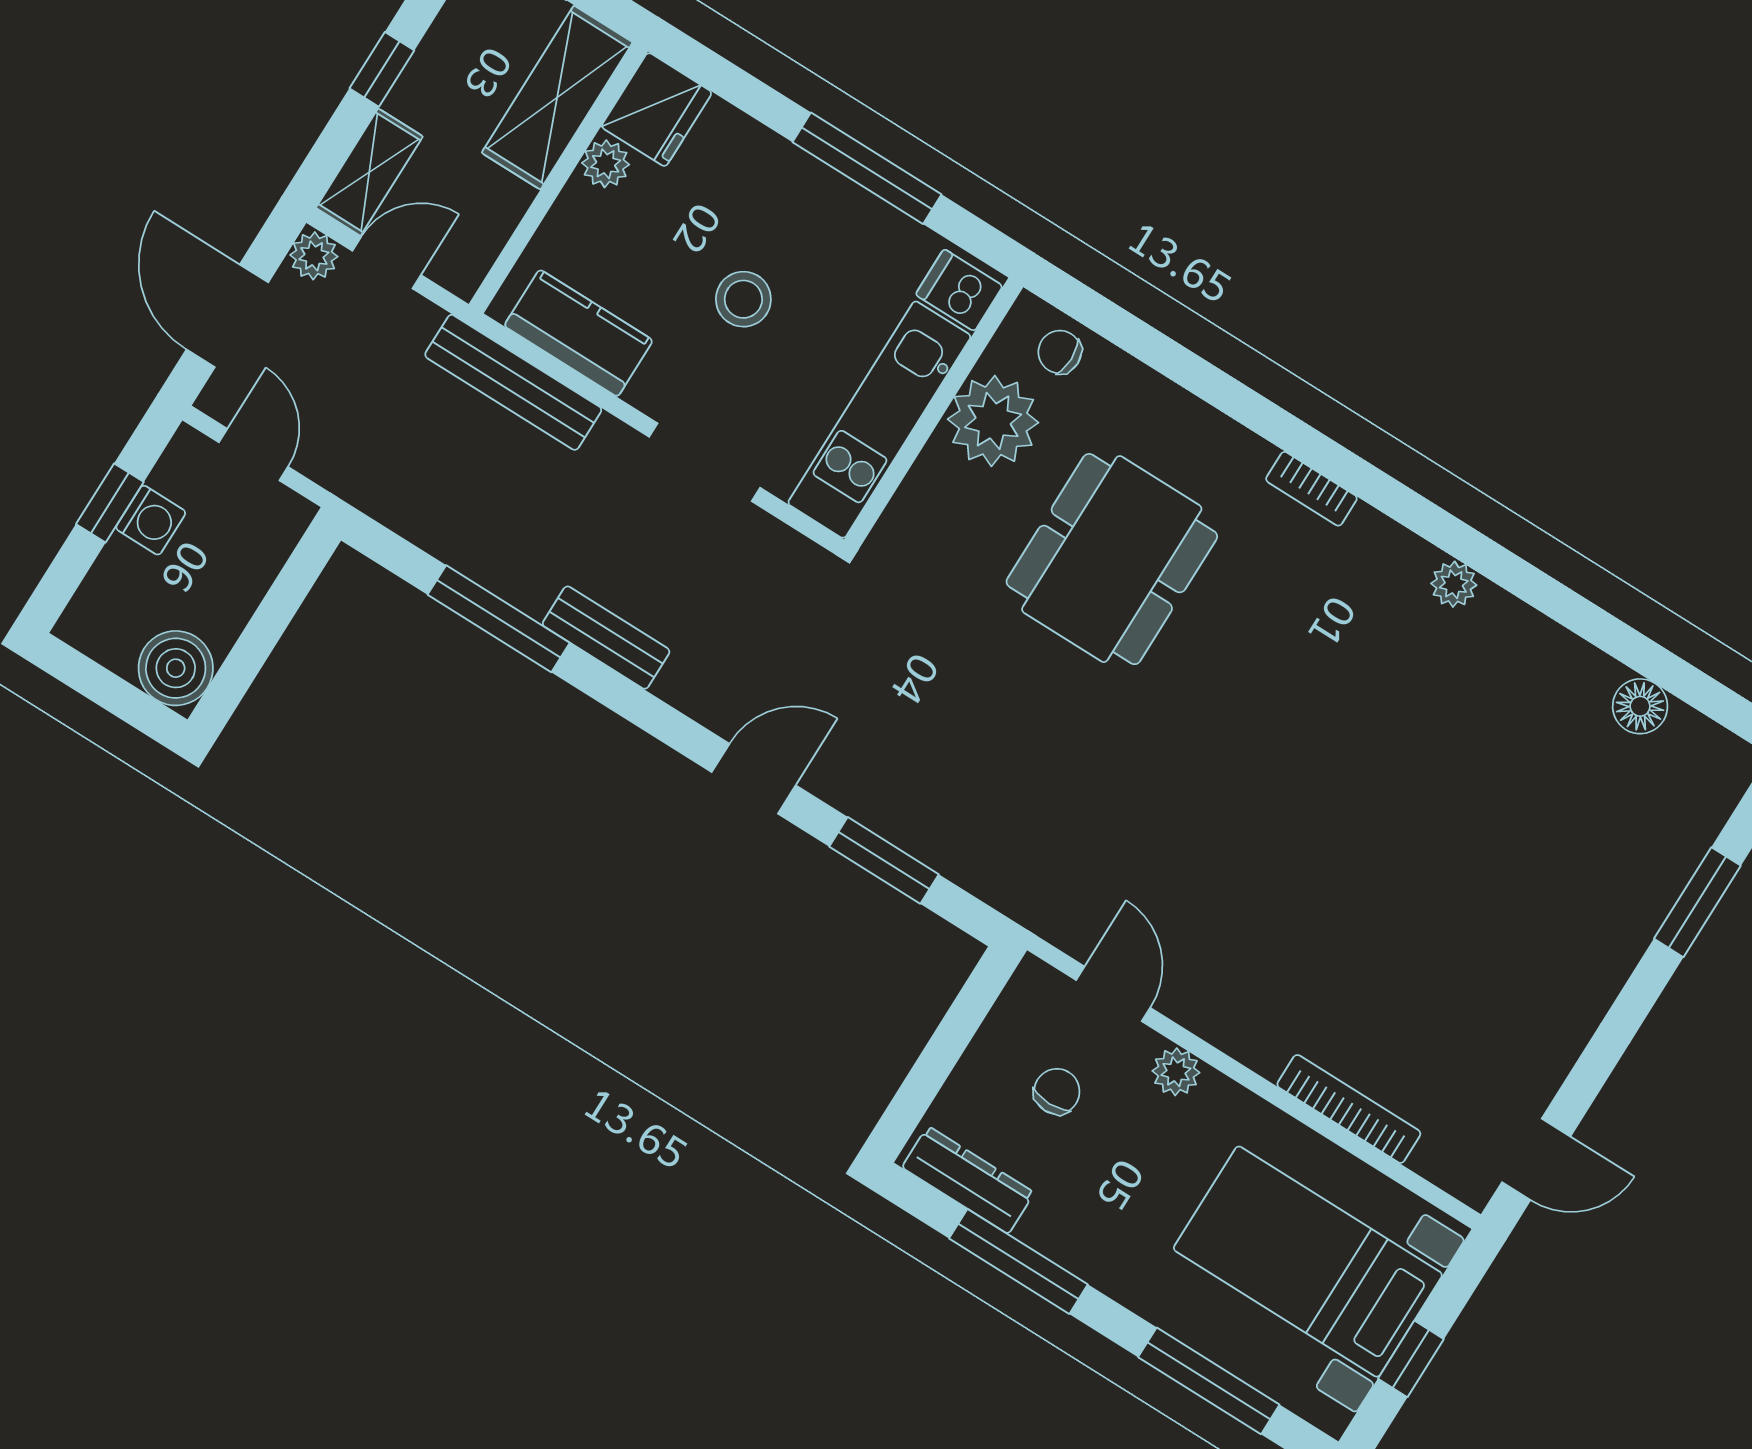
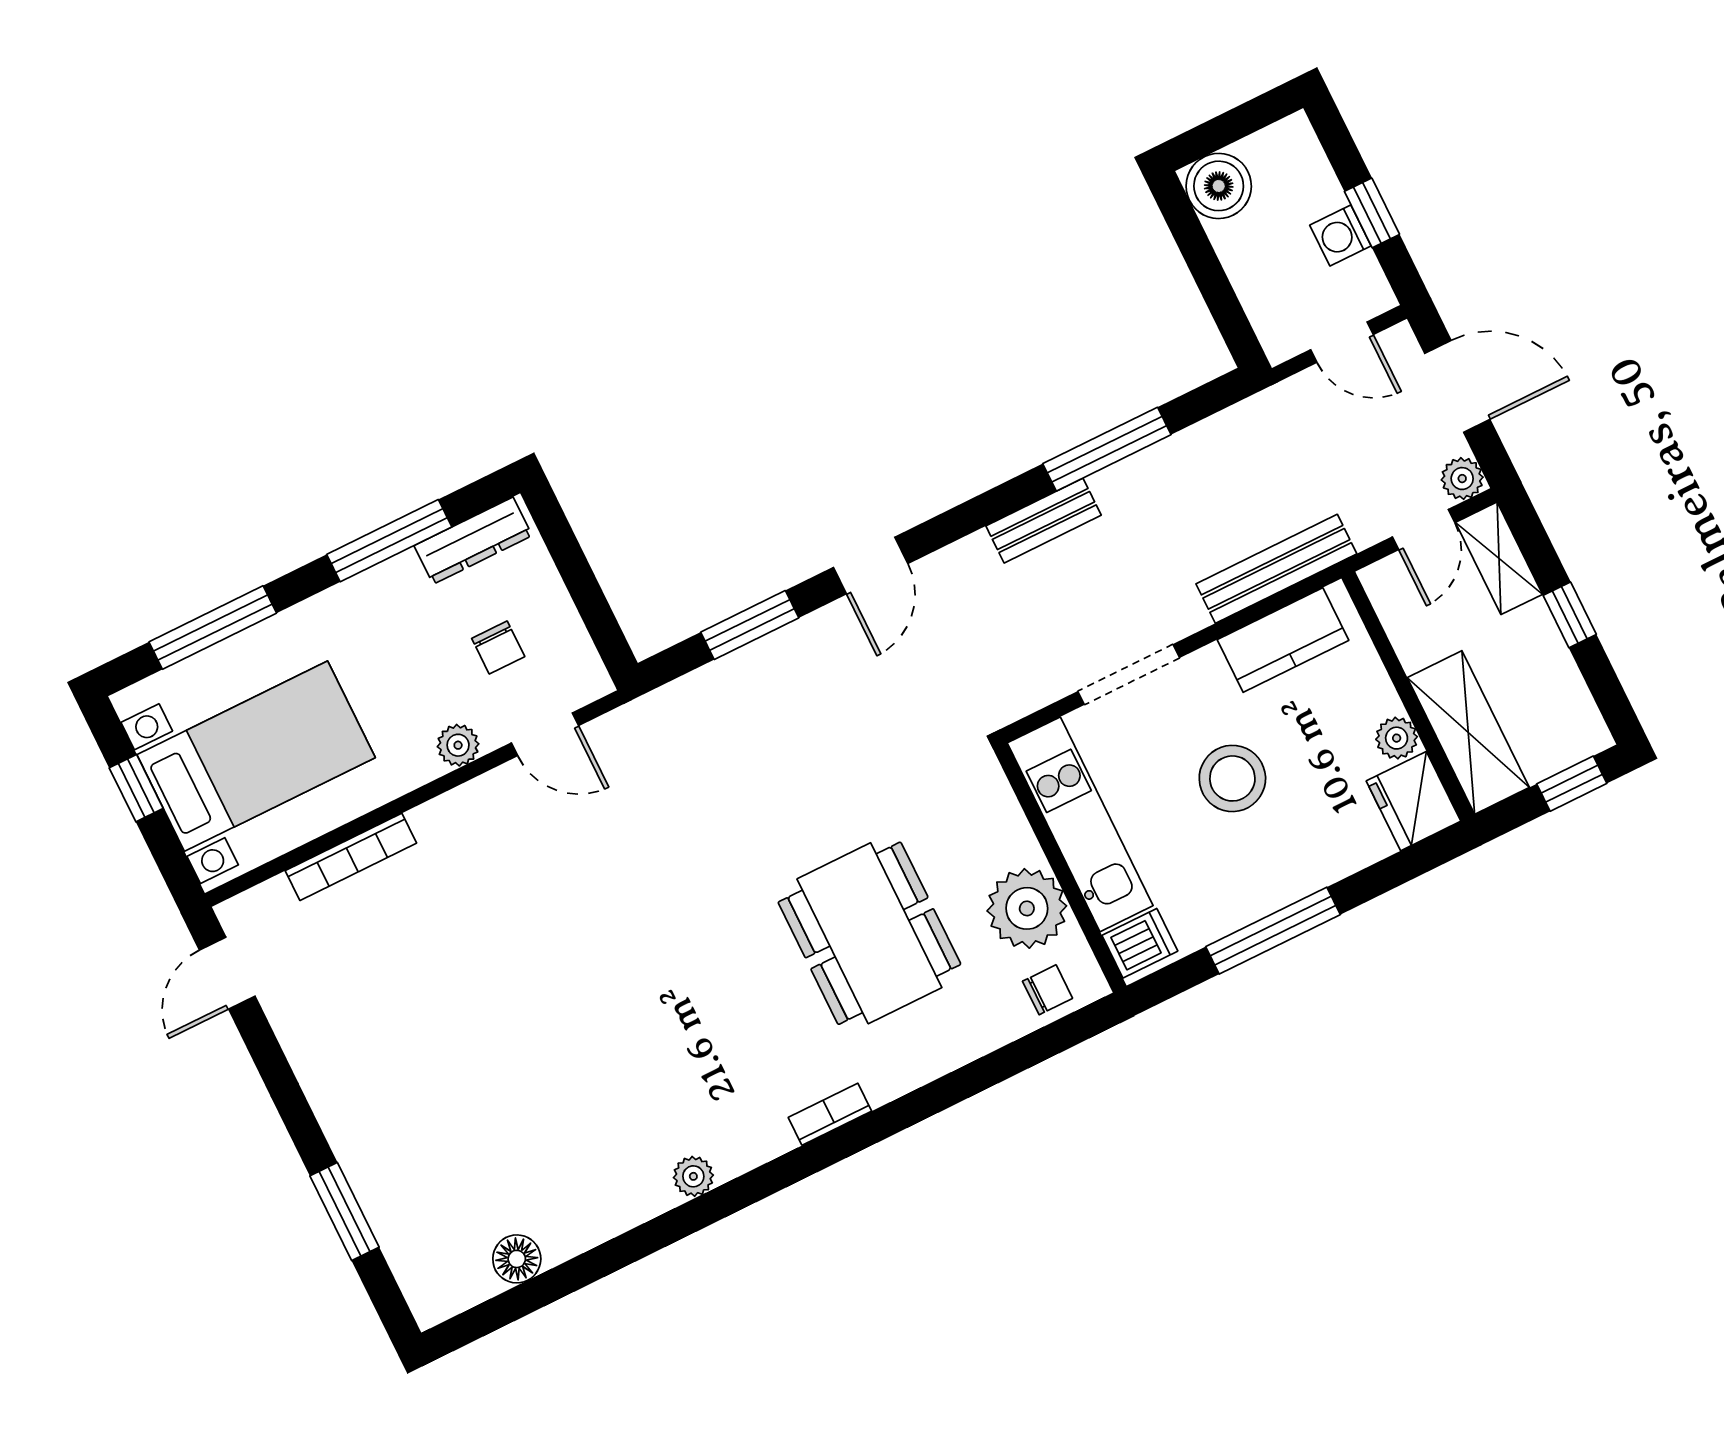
stool: (743, 299) -> (1232, 778), width x1.38, depth x1.38

